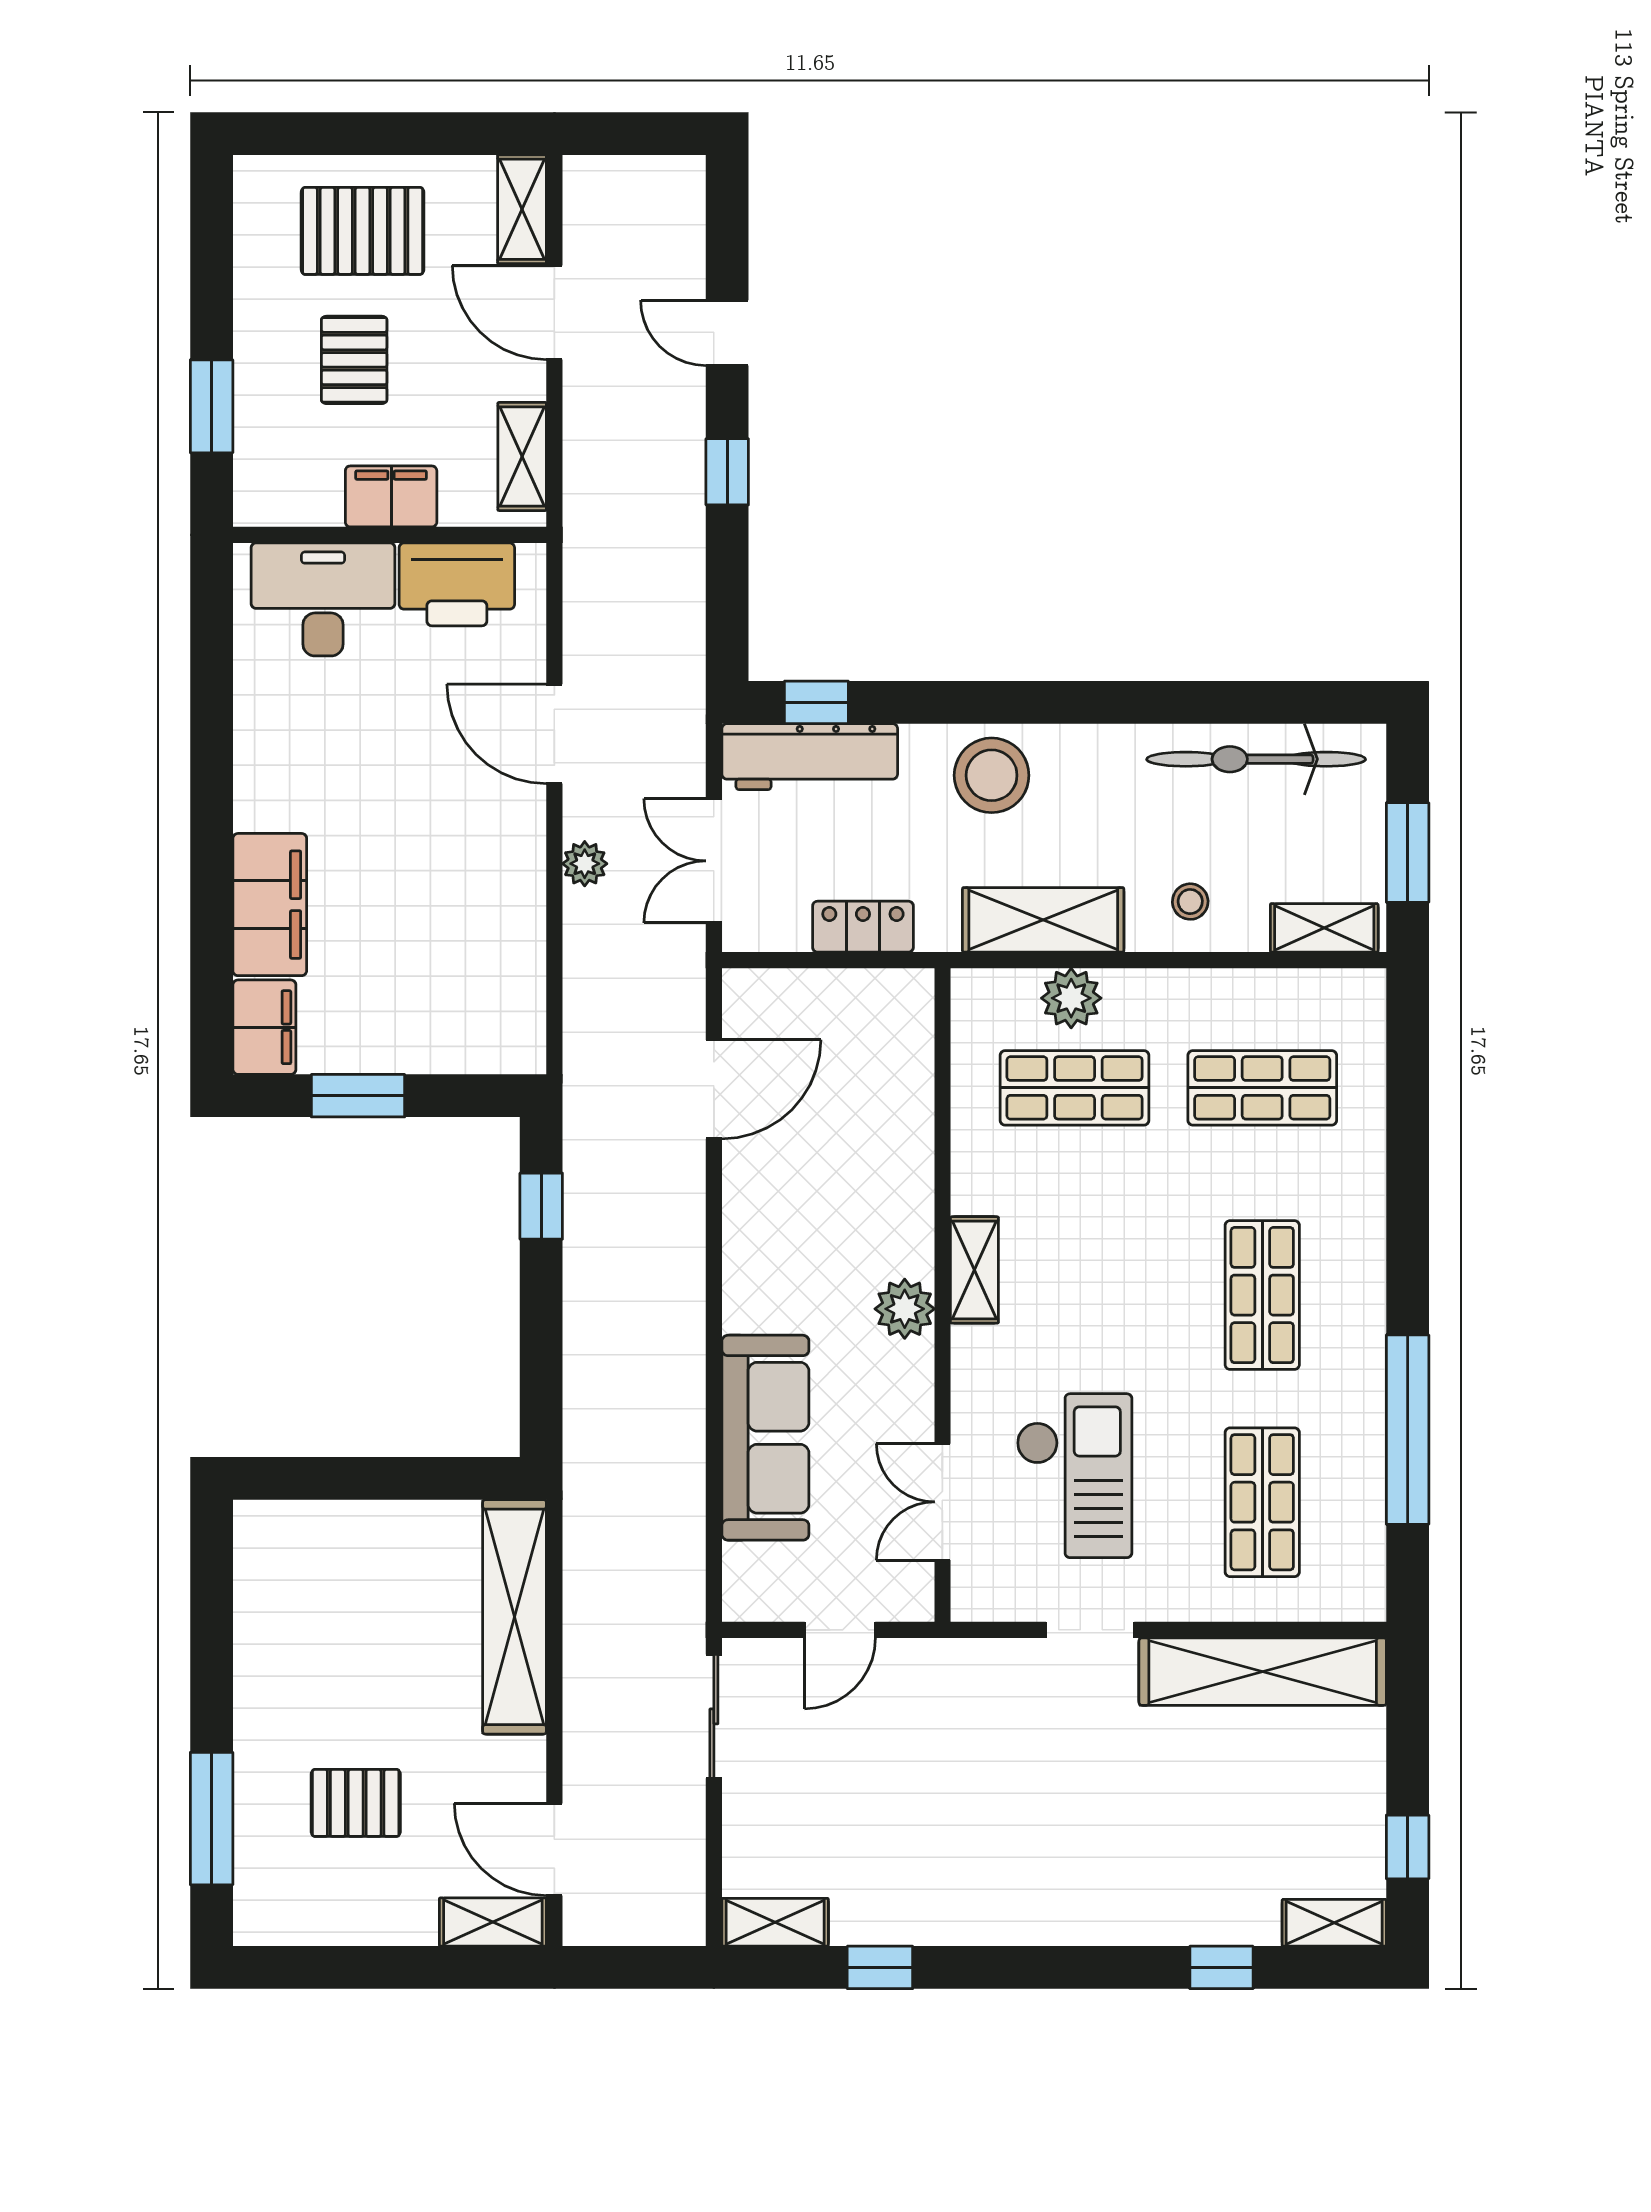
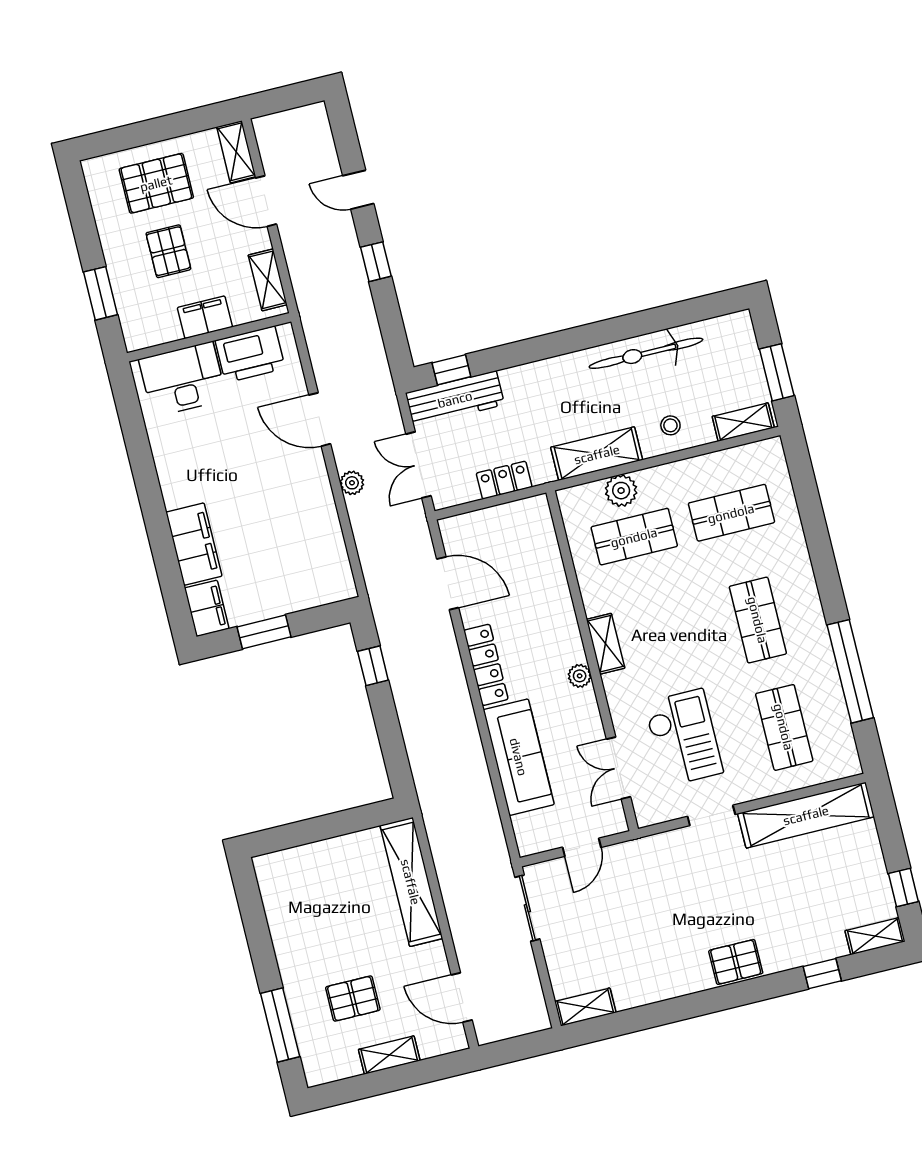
bicycle: (1256, 759) -> (646, 353), moved
stool: (992, 775) -> (551, 385), removed
door: (714, 1089) -> (448, 583), hinge flipped
locker: (747, 1255) -> (486, 665), added
plant: (905, 1309) -> (580, 676), width x0.73, depth x0.73
pallet: (1069, 1907) -> (736, 962), added
shelving: (493, 1922) -> (389, 1055), moved
window: (880, 1967) -> (645, 1017), removed

